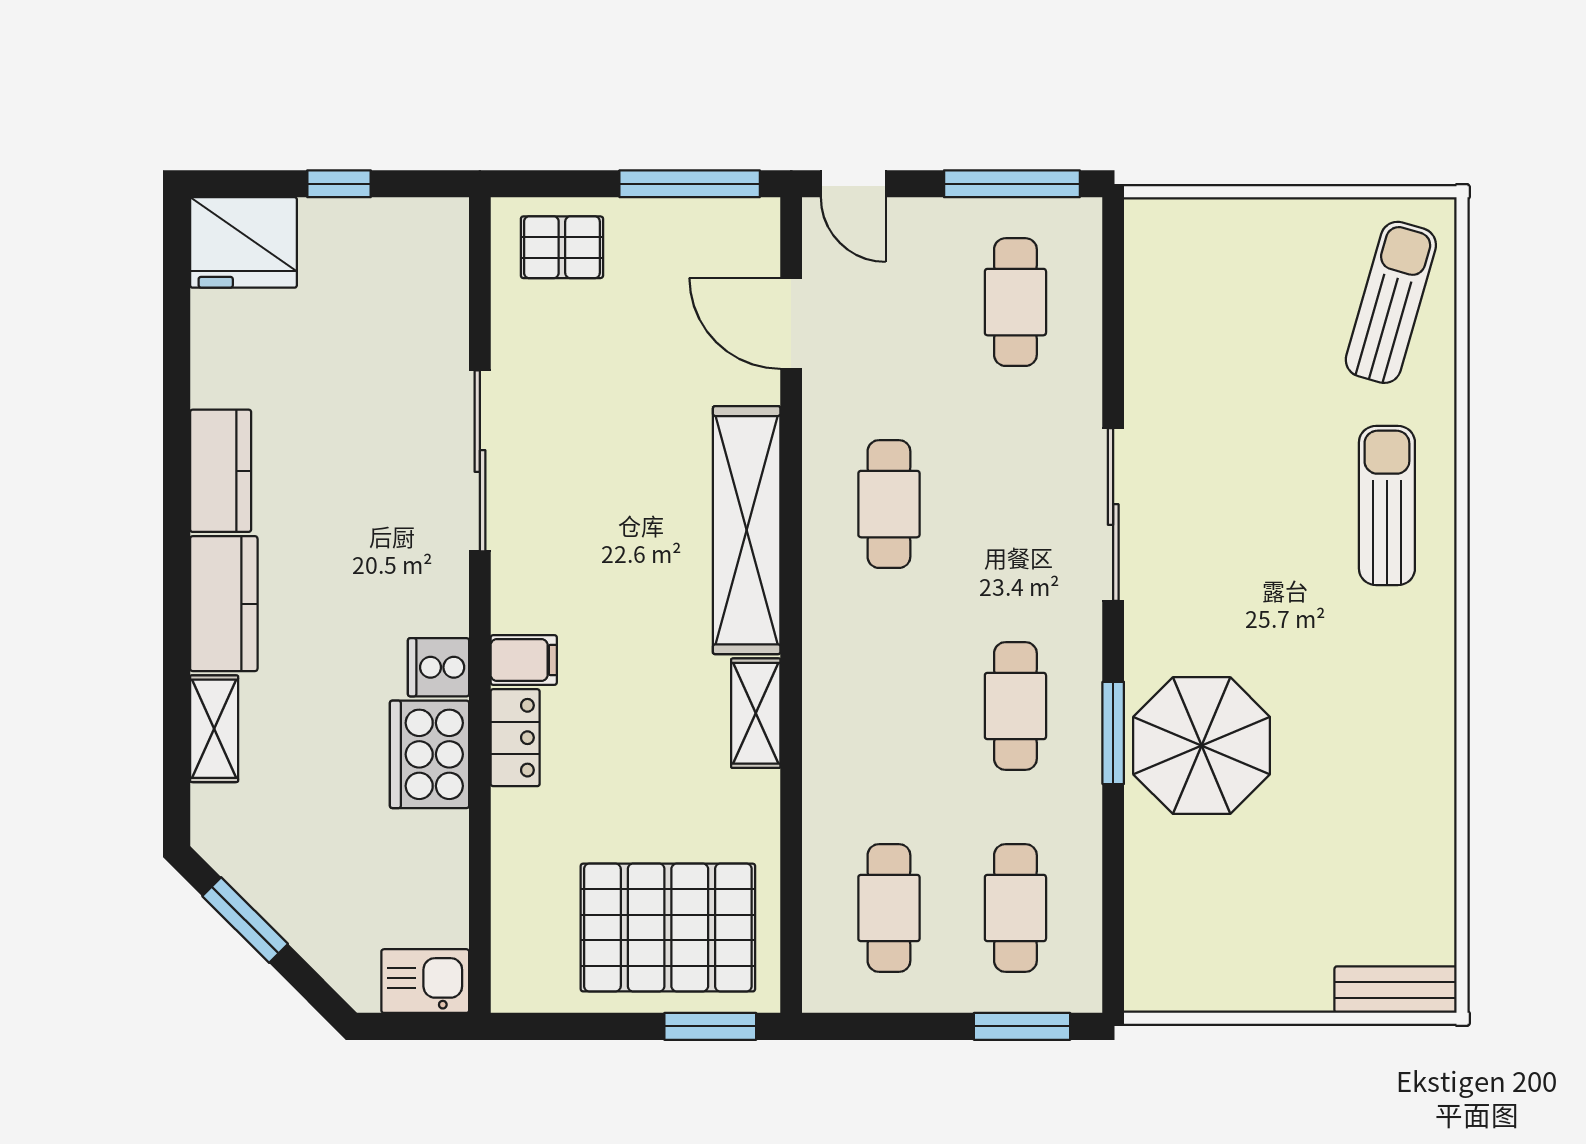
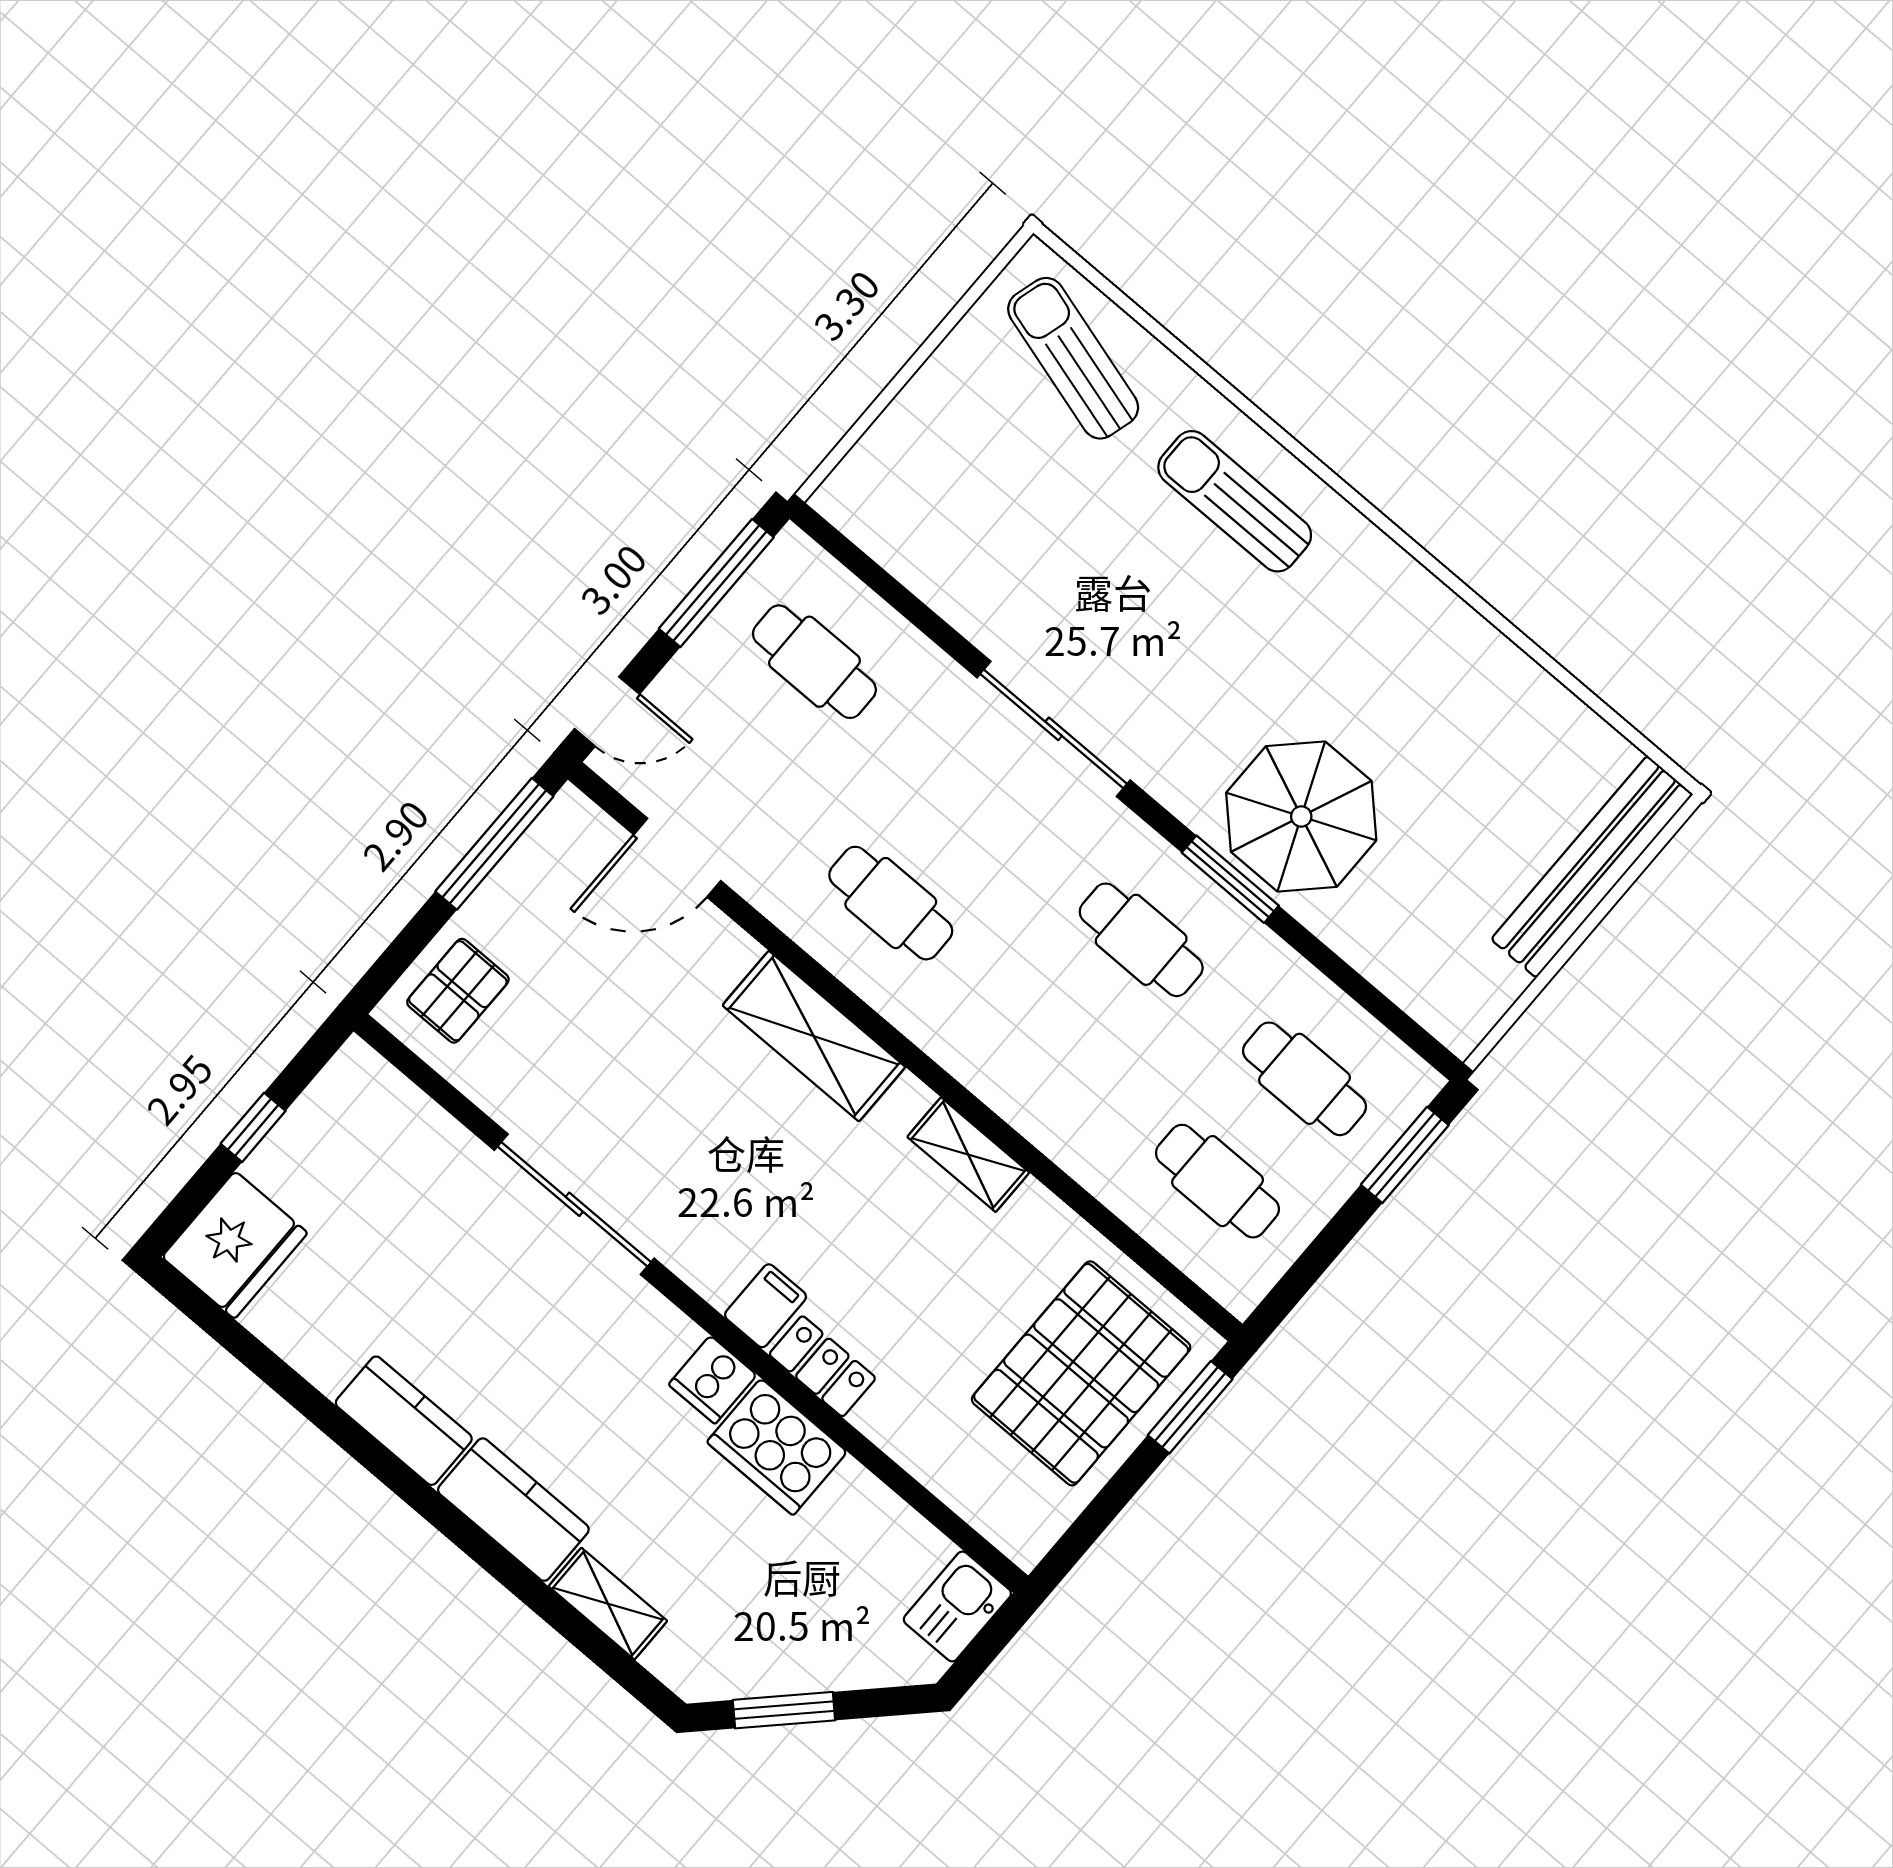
shelving: (747, 530) -> (814, 1036), width x0.68
bench: (1396, 990) -> (1592, 867), width x1.86, depth x1.21

